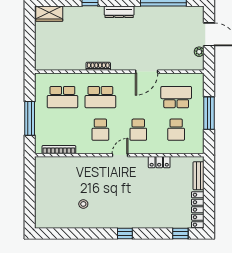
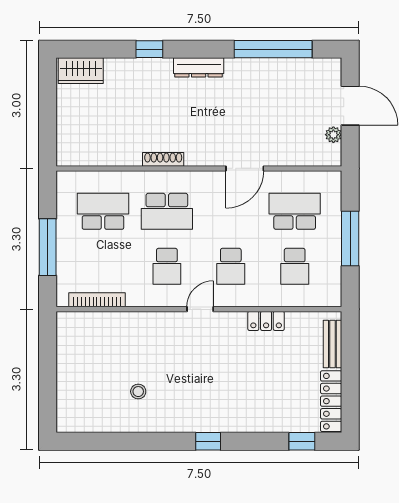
school desk: (62, 97) -> (103, 211), turned 180

